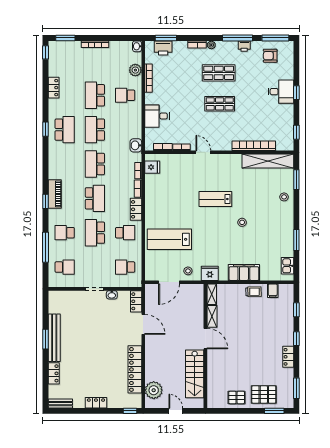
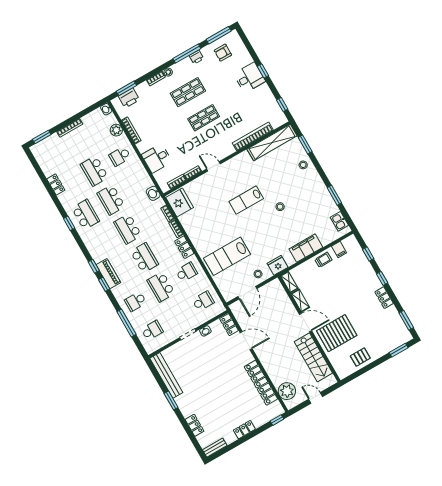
window: (45, 52) -> (94, 266), moved
fridge: (152, 167) -> (180, 202), width x1.88, depth x1.34
school desk: (125, 267) -> (203, 301), turned 180
bench: (54, 338) -> (166, 375), moved
pallet: (264, 395) -> (337, 333), moved, width x1.37, depth x1.41

